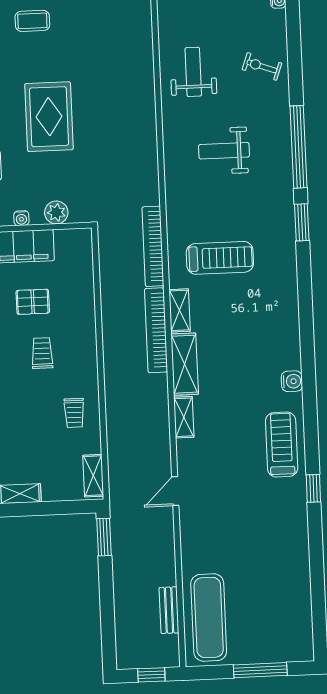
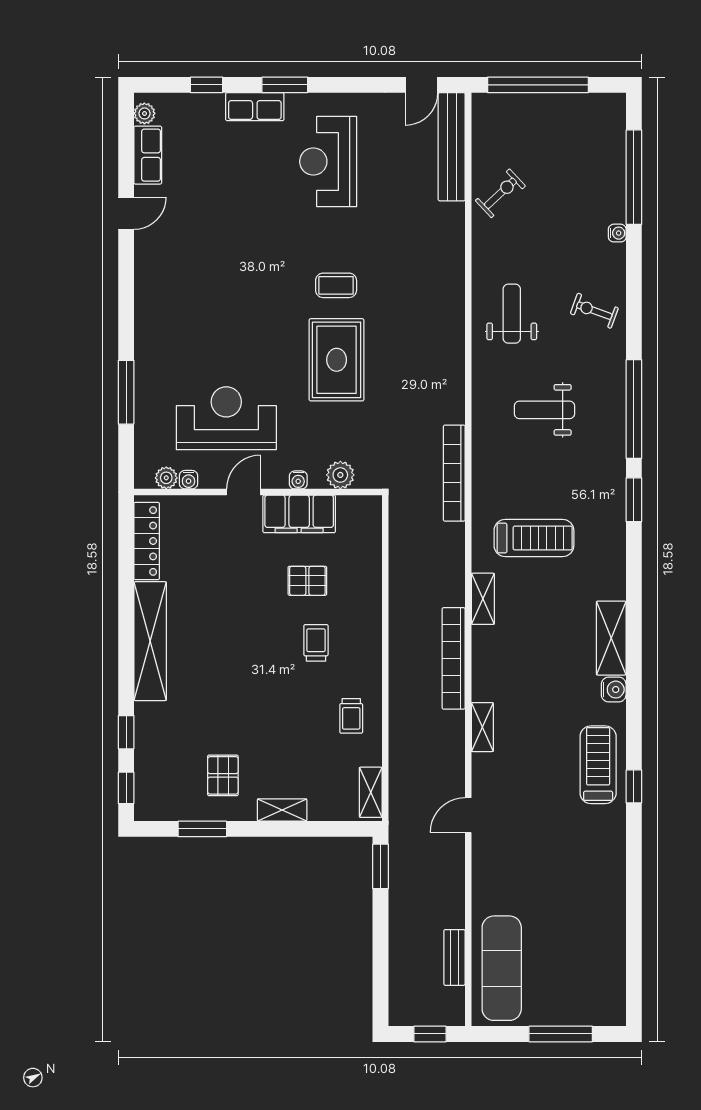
coffee table: (32, 21) -> (336, 285), moved
bookcase: (153, 246) -> (454, 473), moved
bookcase: (156, 330) -> (454, 658), moved
shelving: (185, 364) -> (611, 638), moved
window: (313, 488) -> (634, 786), moved

